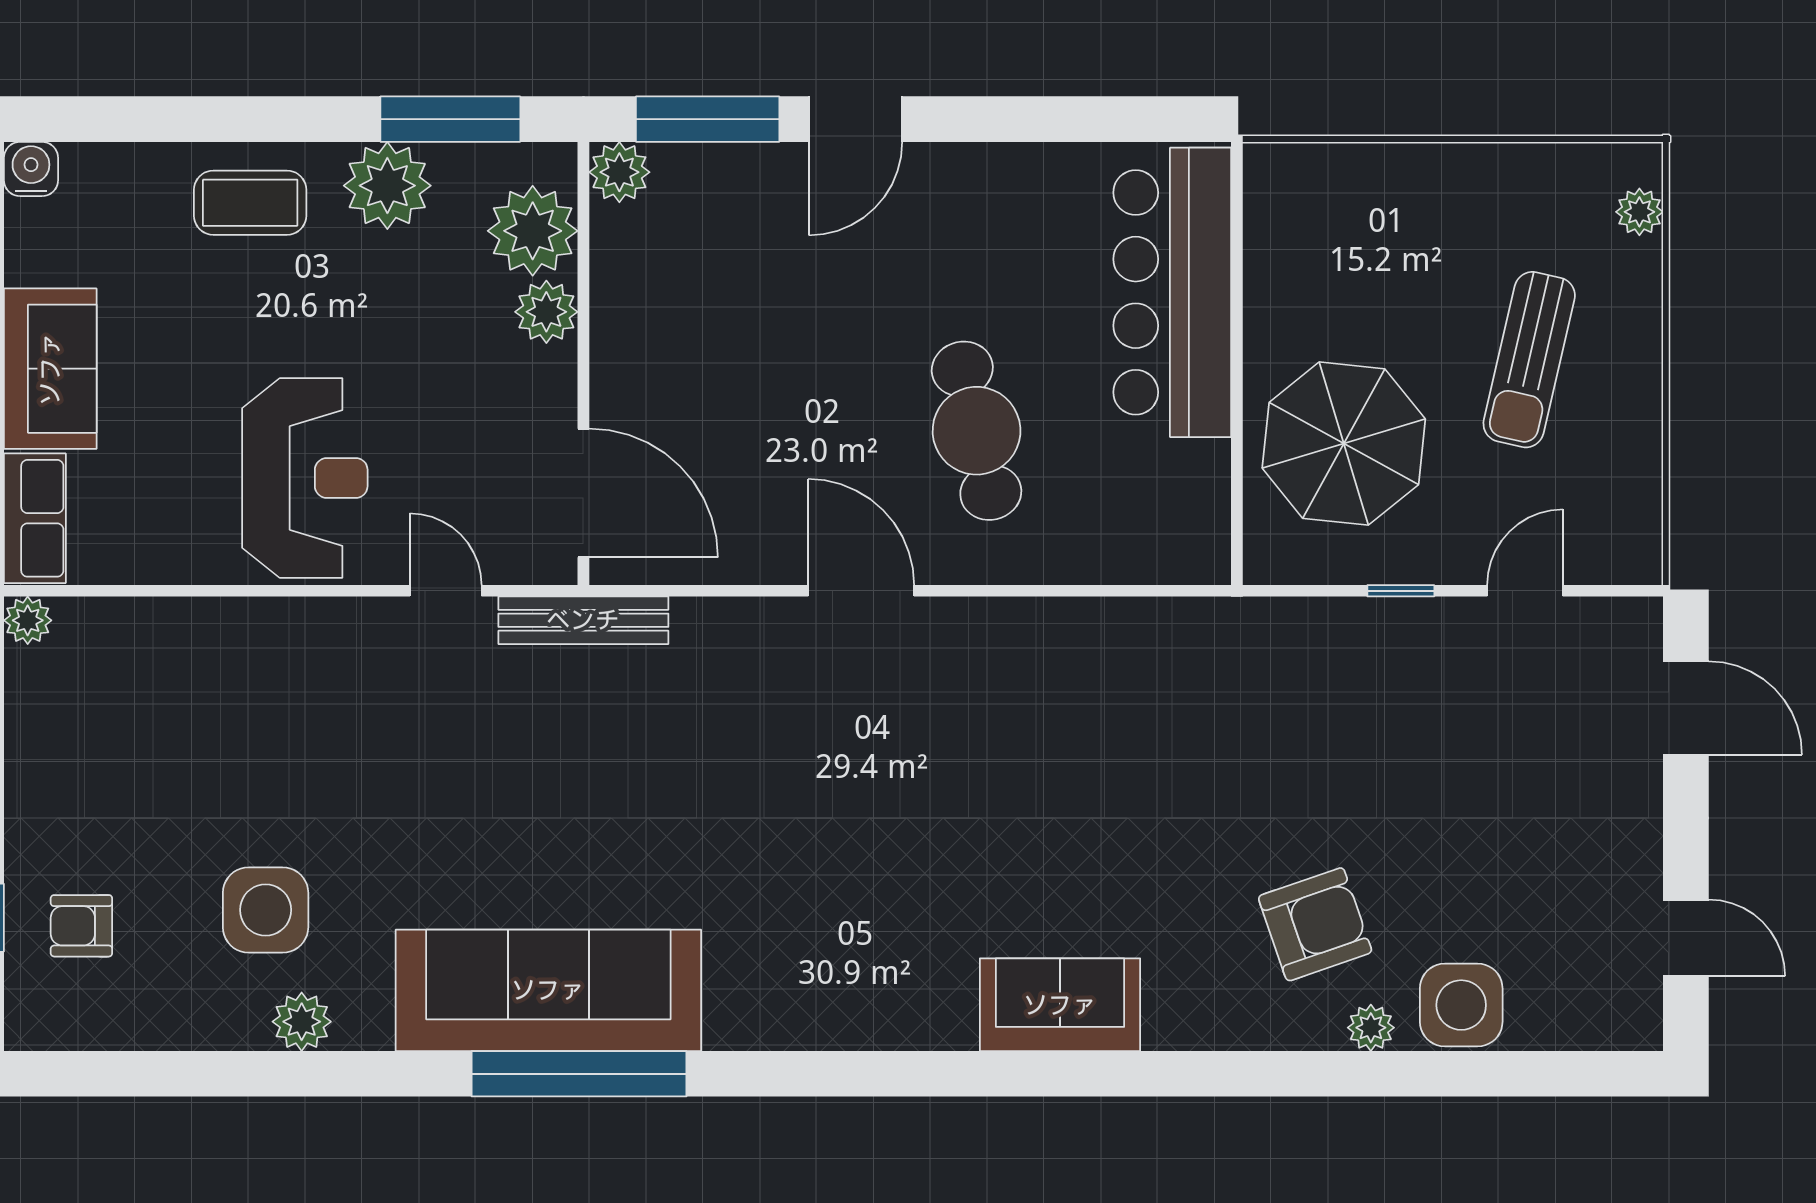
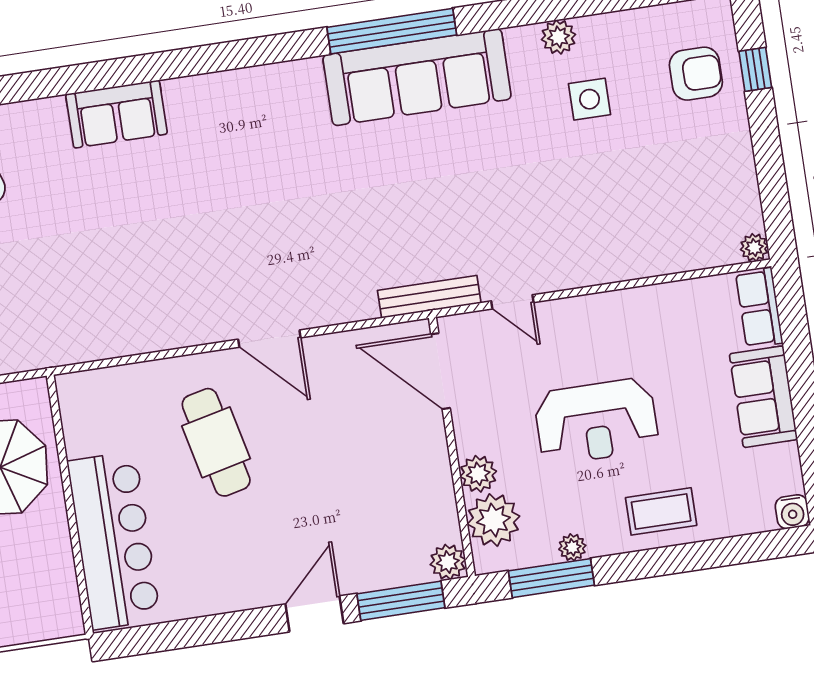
plant: (387, 186) -> (572, 547), width x0.53, depth x0.53
reception desk: (305, 478) -> (596, 421), moved, turned -90
side table: (266, 910) -> (589, 99), width x0.73, depth x0.73
armchair: (81, 926) -> (696, 74), width x1.38, depth x1.38

